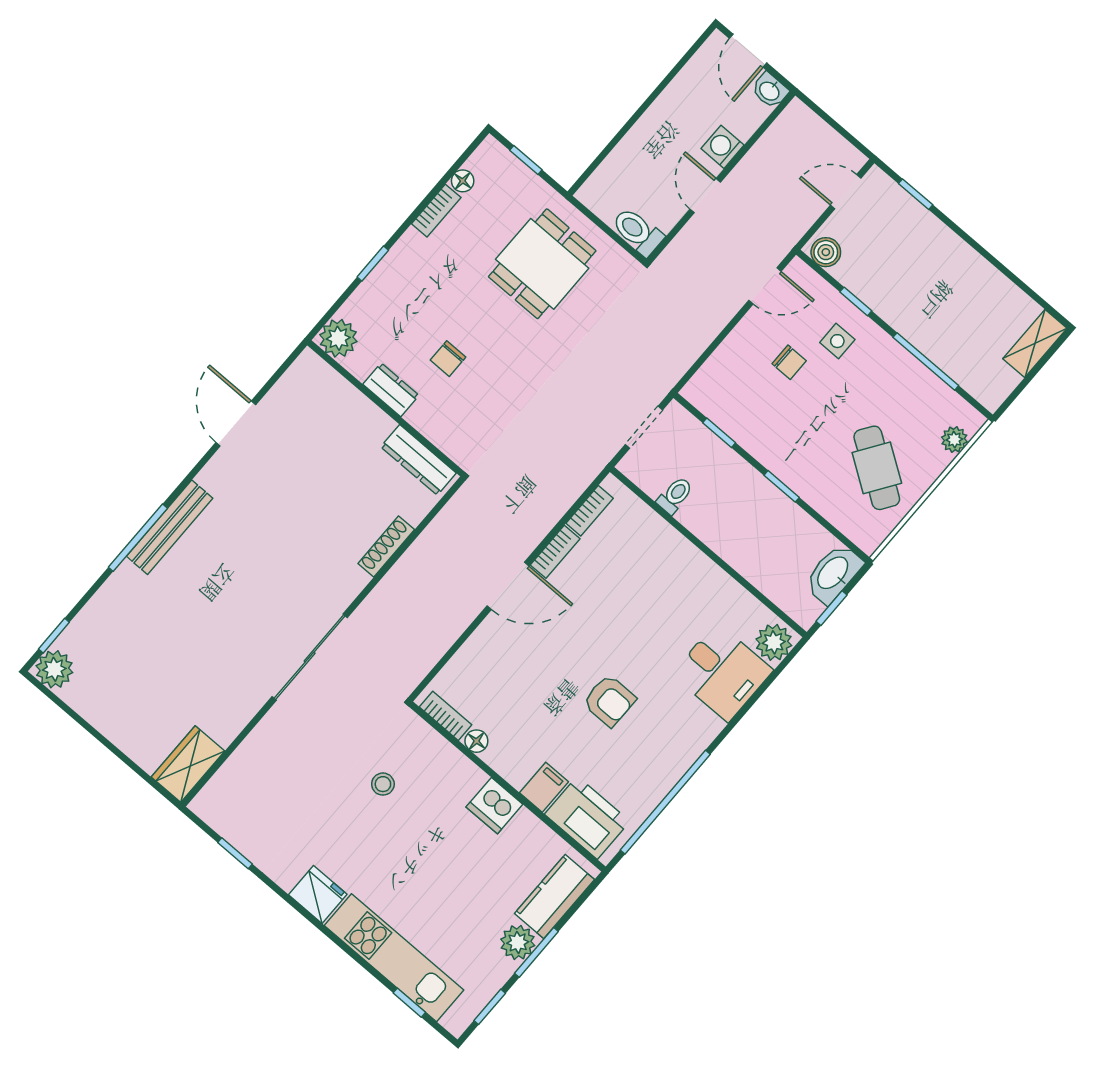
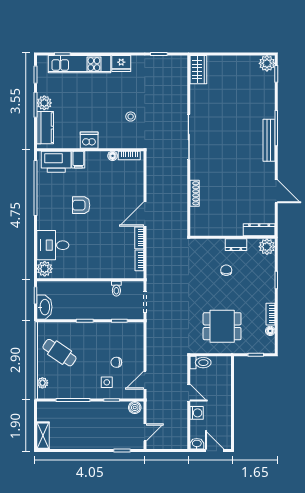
dining table: (542, 264) -> (222, 326), turned 90
dresser: (418, 460) -> (259, 230), moved

